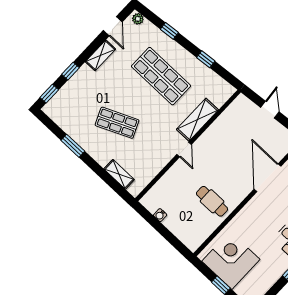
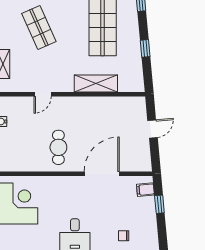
door: (184, 149) -> (43, 94), moved
cafe table: (212, 201) -> (58, 147), moved

